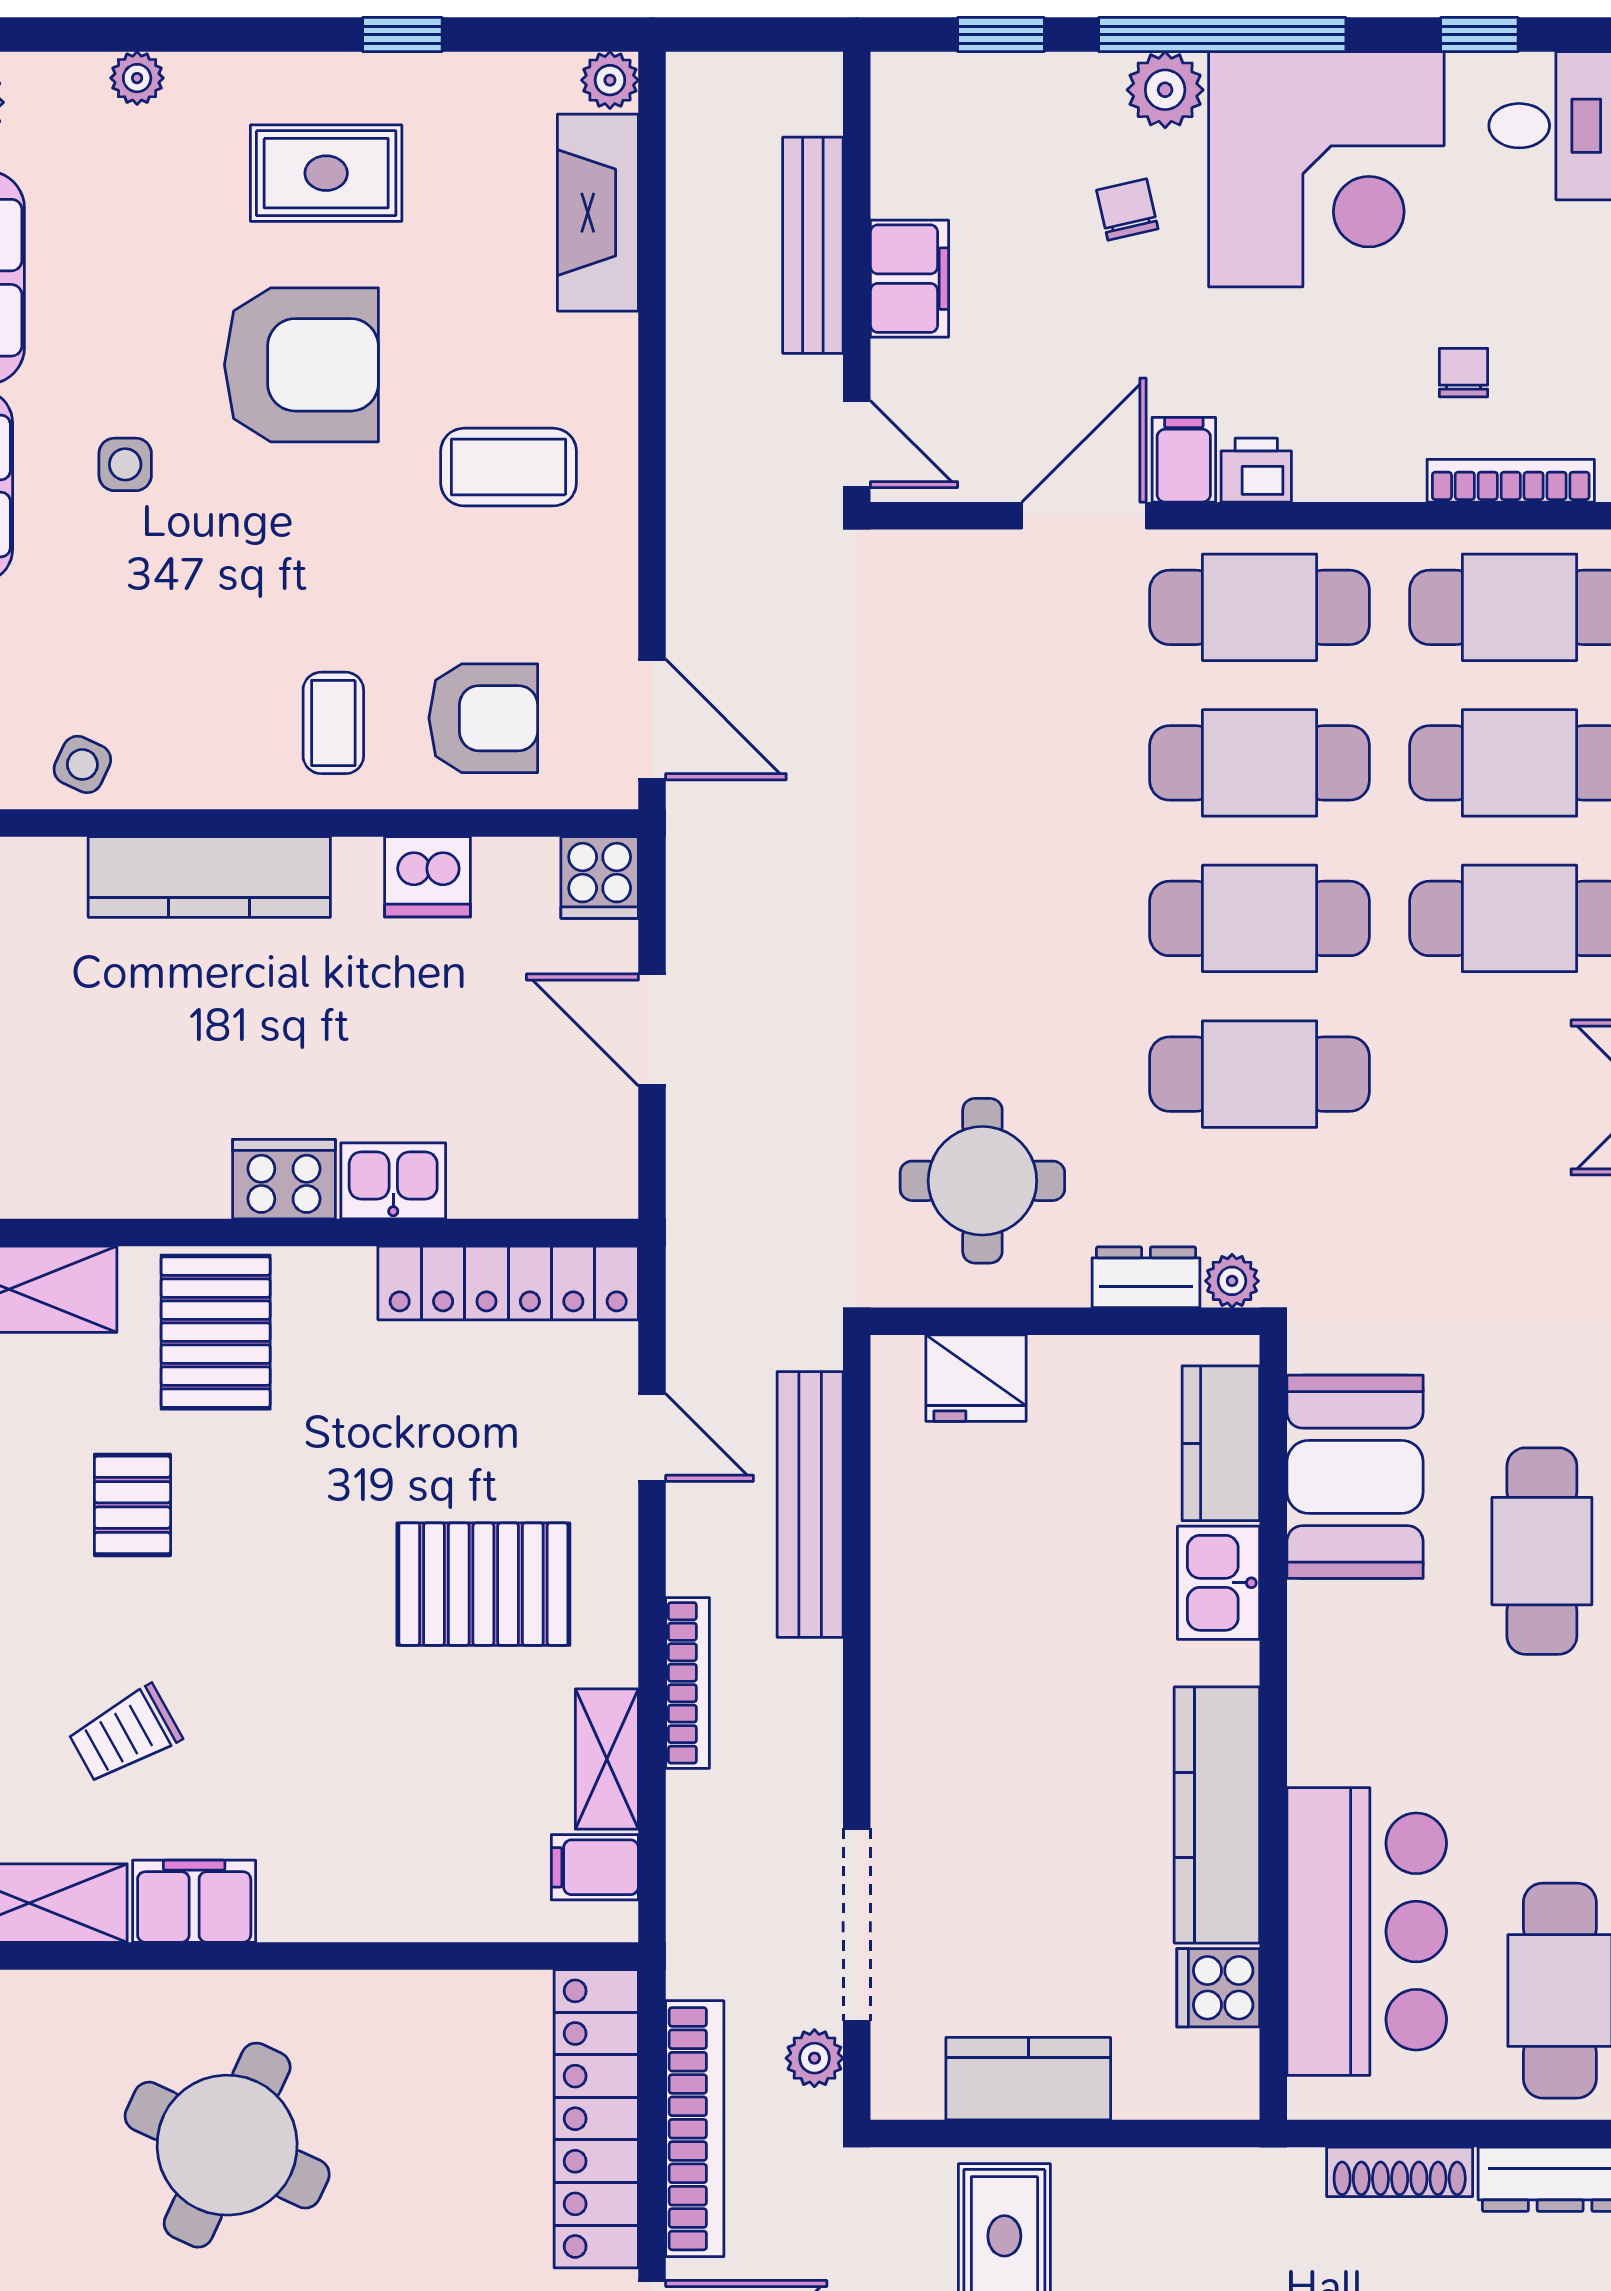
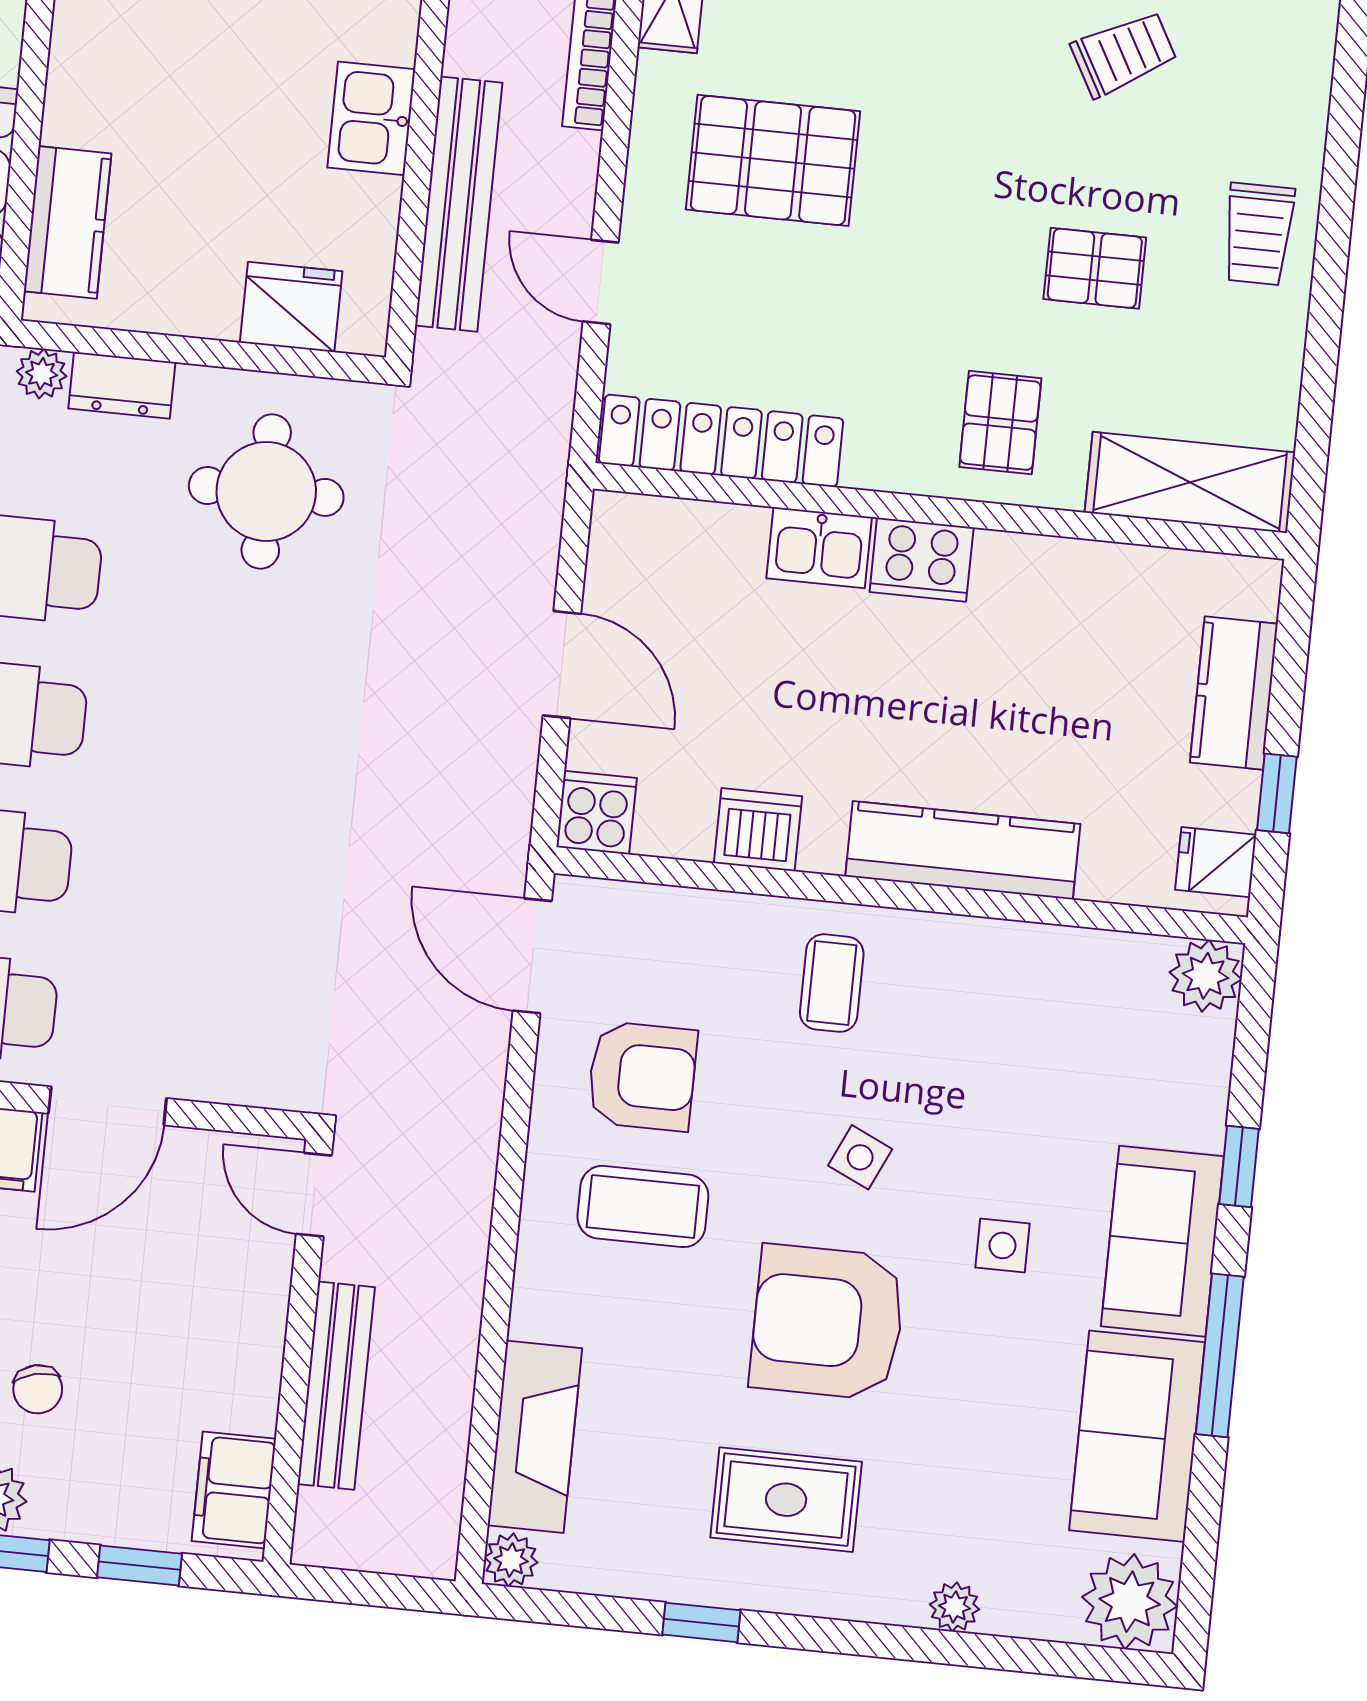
filing cabinet: (910, 279) -> (234, 1490), moved
armchair: (483, 718) -> (642, 1076), moved, turned 180
side table: (82, 764) -> (860, 1157), moved
pallet: (216, 1332) -> (1000, 423), width x0.67, depth x0.71
pallet: (132, 1505) -> (1095, 268), turned 90
kitchen sink: (1219, 1583) -> (371, 118), moved, turned 180

